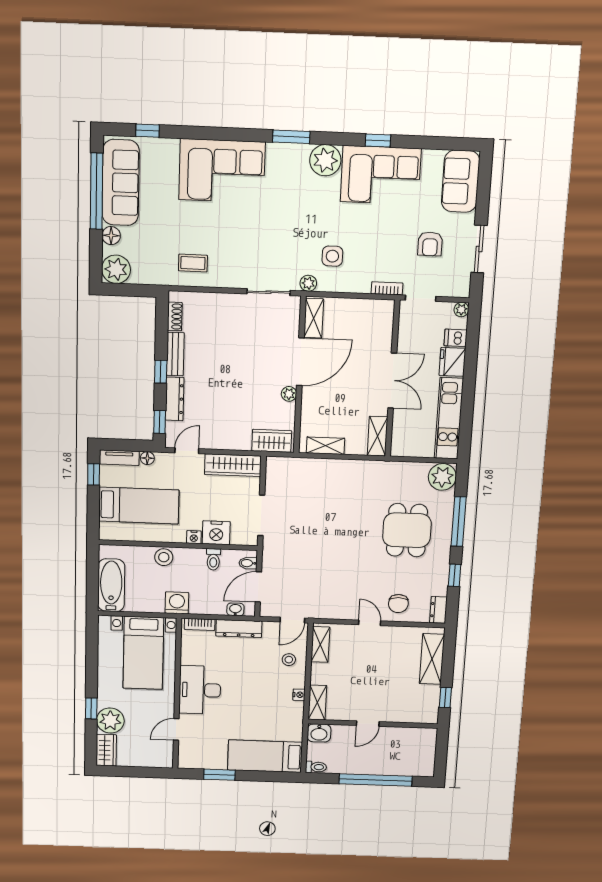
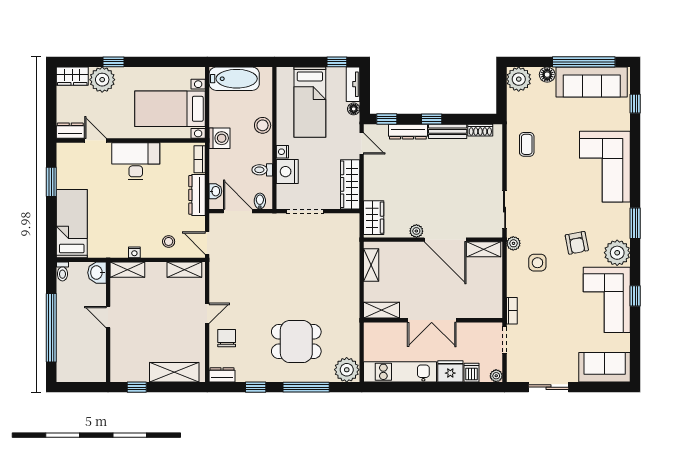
armchair: (430, 244) -> (577, 243), moved, turned -101
chair: (398, 604) -> (227, 338), turned 90
dresser: (165, 754) -> (70, 131), added

